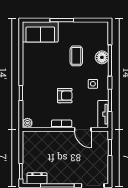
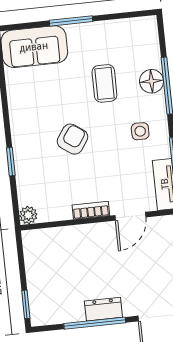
armchair: (65, 96) -> (72, 139), moved, turned -55
door: (83, 129) -> (130, 216), hinge flipped
dresser: (37, 178) -> (103, 309), moved

